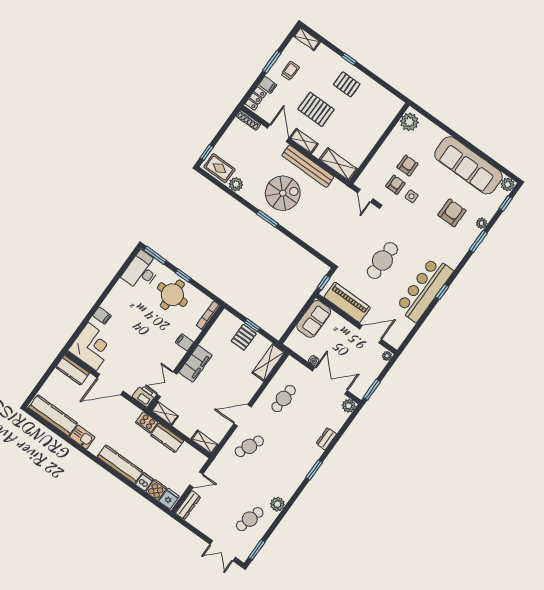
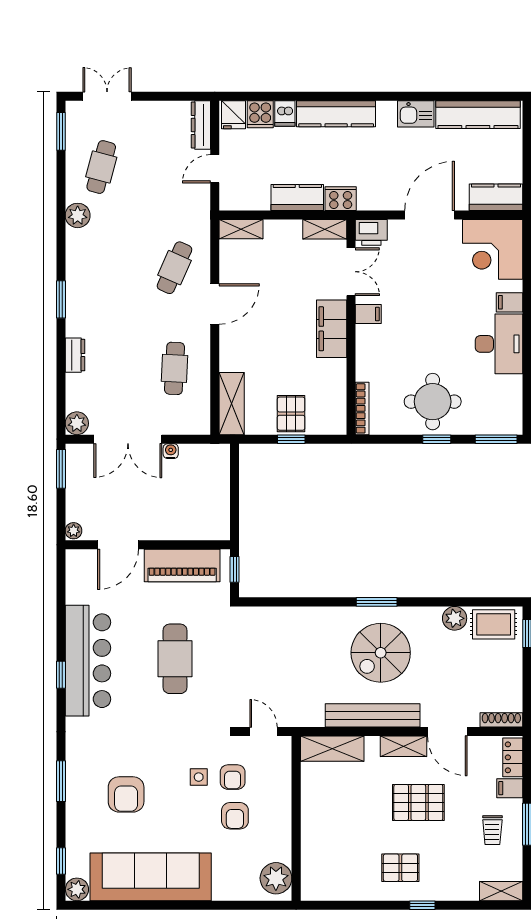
plant: (482, 223) -> (75, 810), removed
desk: (142, 271) -> (499, 344), moved
sofa: (314, 319) -> (212, 509), removed
filing cabinet: (184, 342) -> (368, 314), moved

